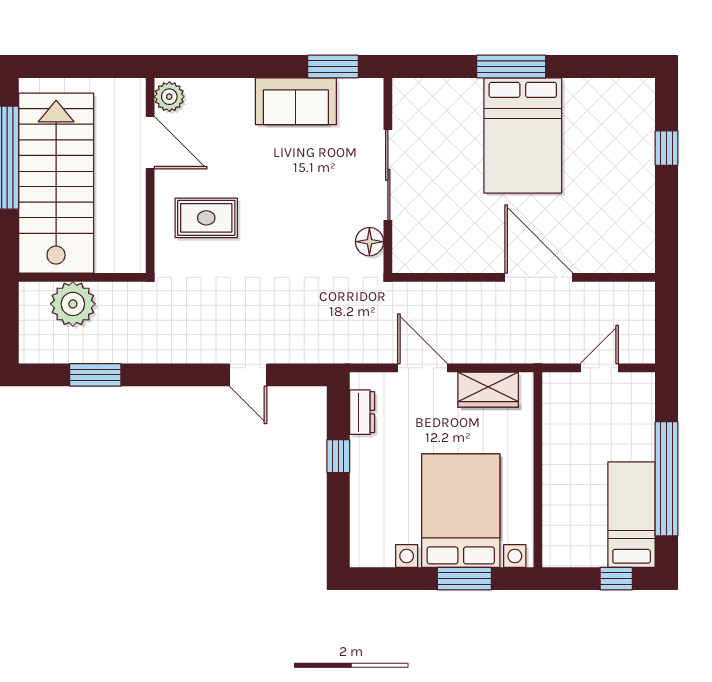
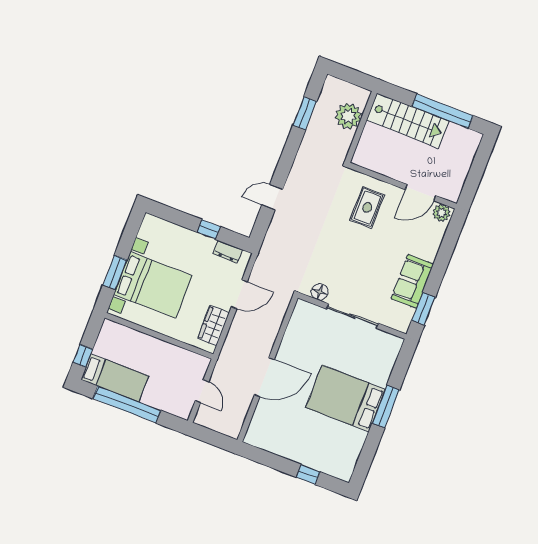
stairs: (56, 183) -> (408, 120), width x0.73, depth x0.66

